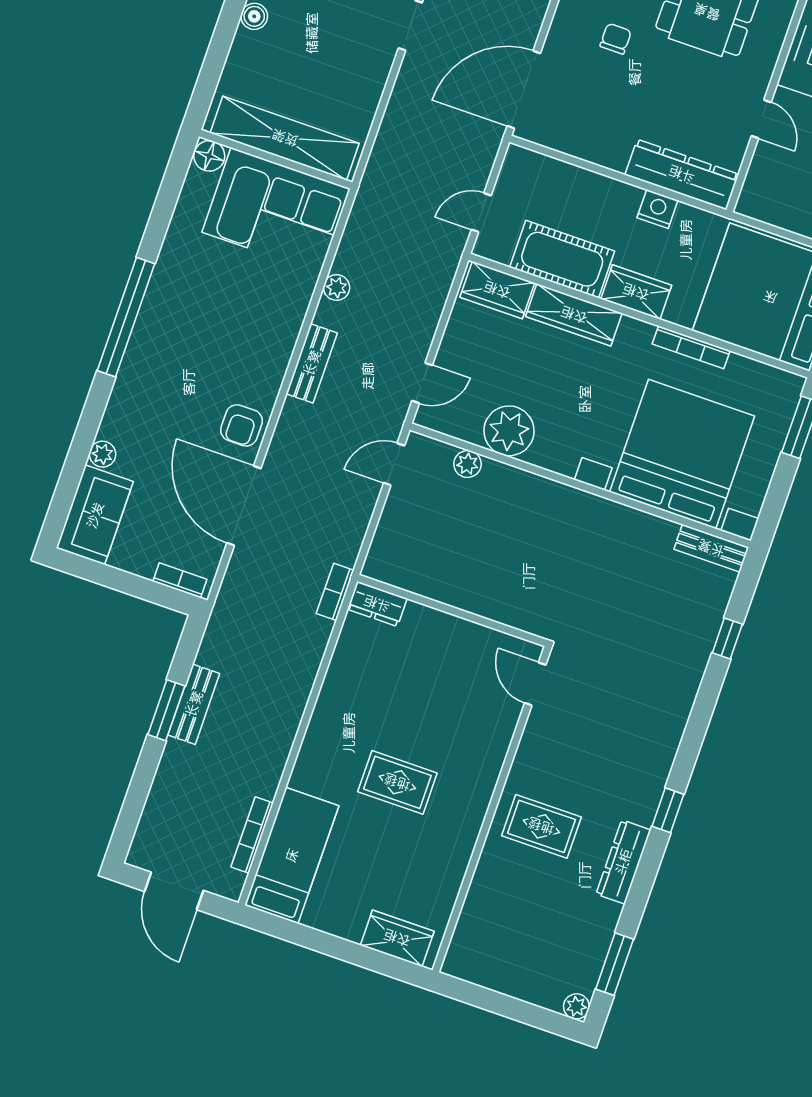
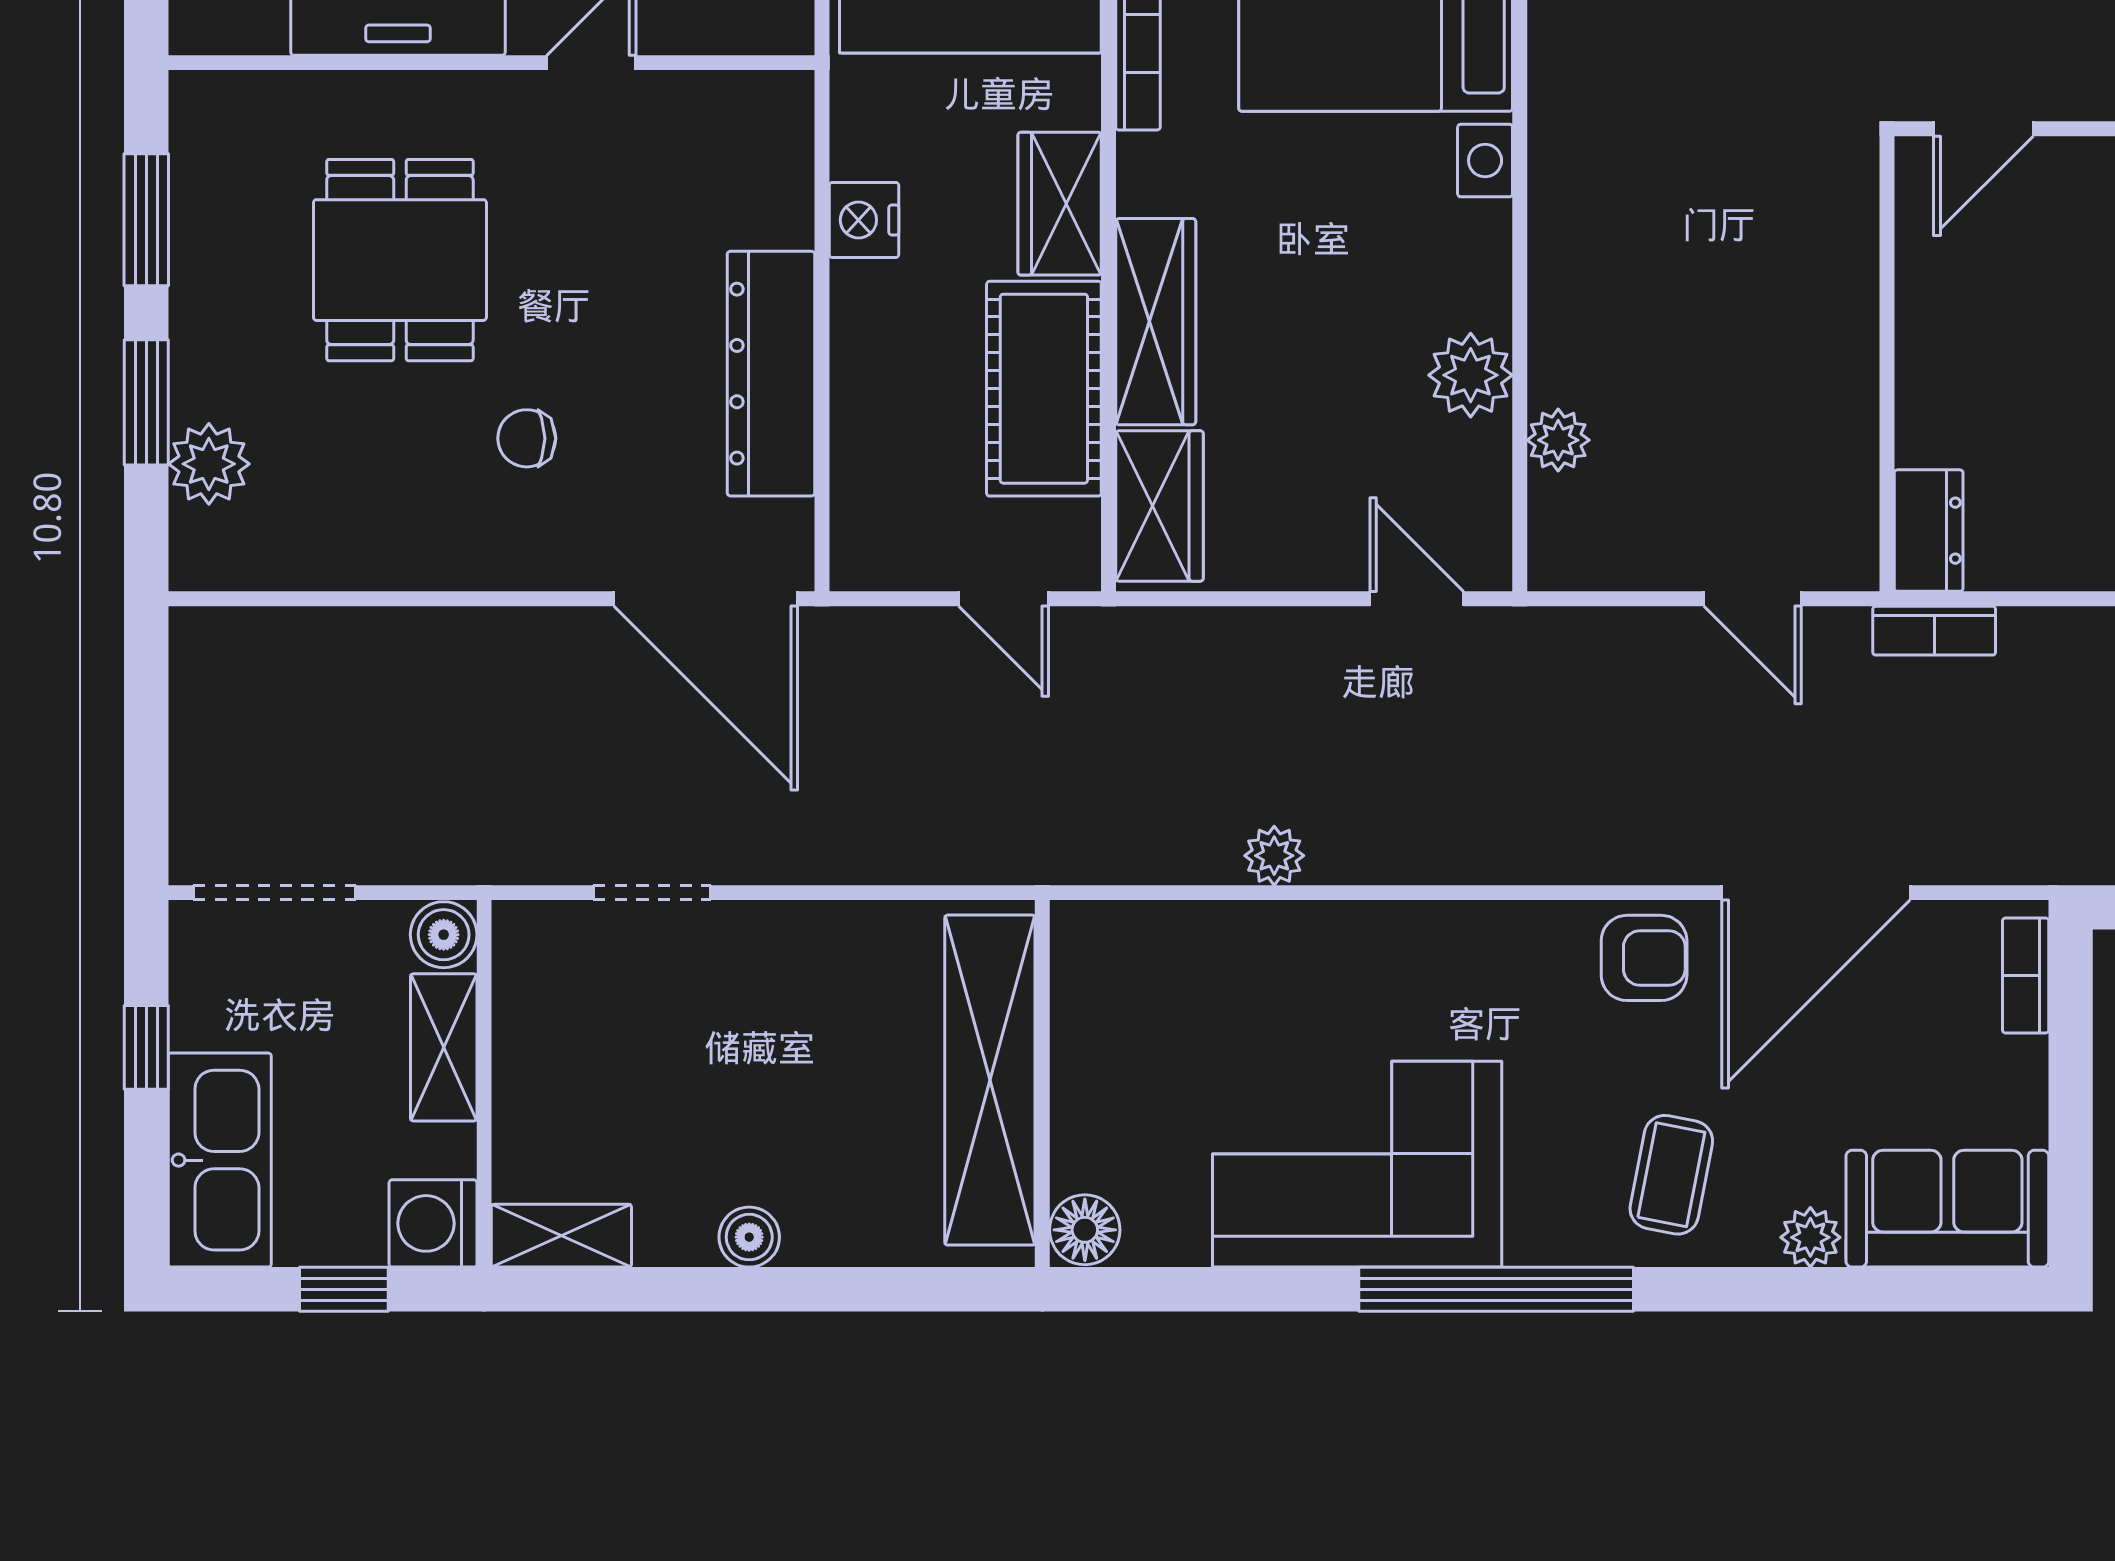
dresser: (682, 174) -> (771, 374), moved
corner sofa: (276, 210) -> (1357, 1164), moved, turned -90
bench: (312, 363) -> (1457, 853), removed
coffee table: (148, 406) -> (1671, 1175), added
plant: (509, 431) -> (1471, 375), width x0.73, depth x0.73
door: (394, 464) -> (1753, 599), moved

